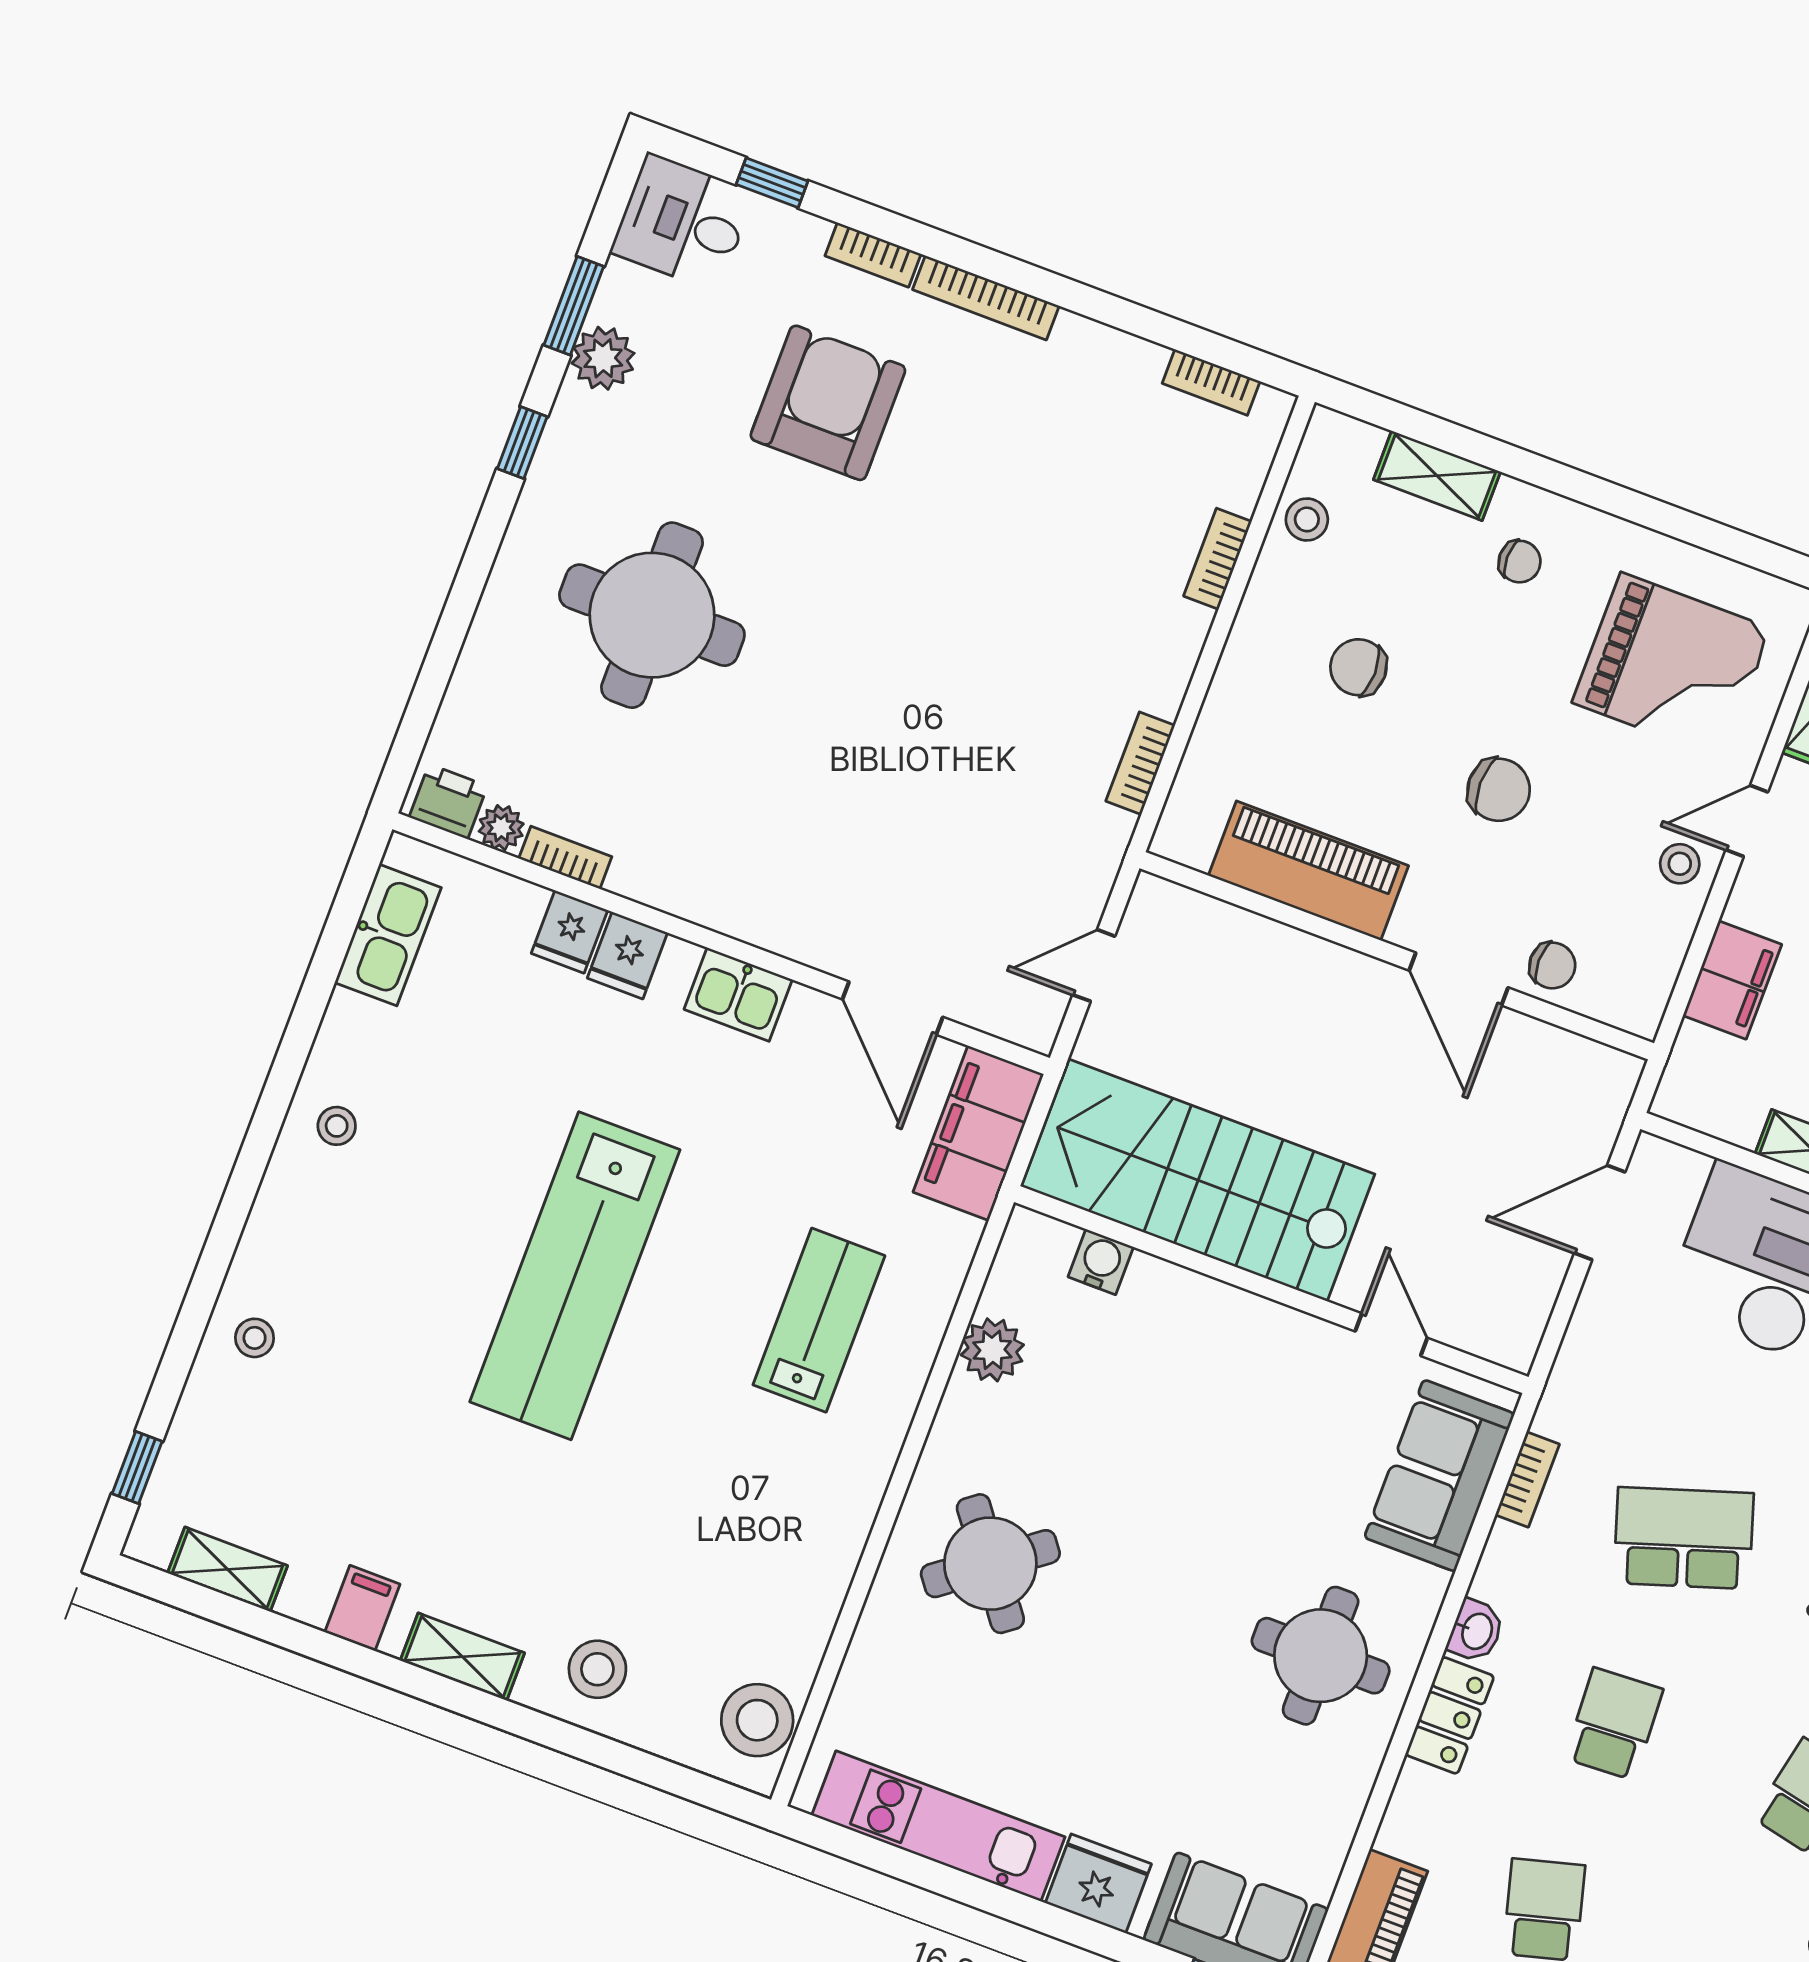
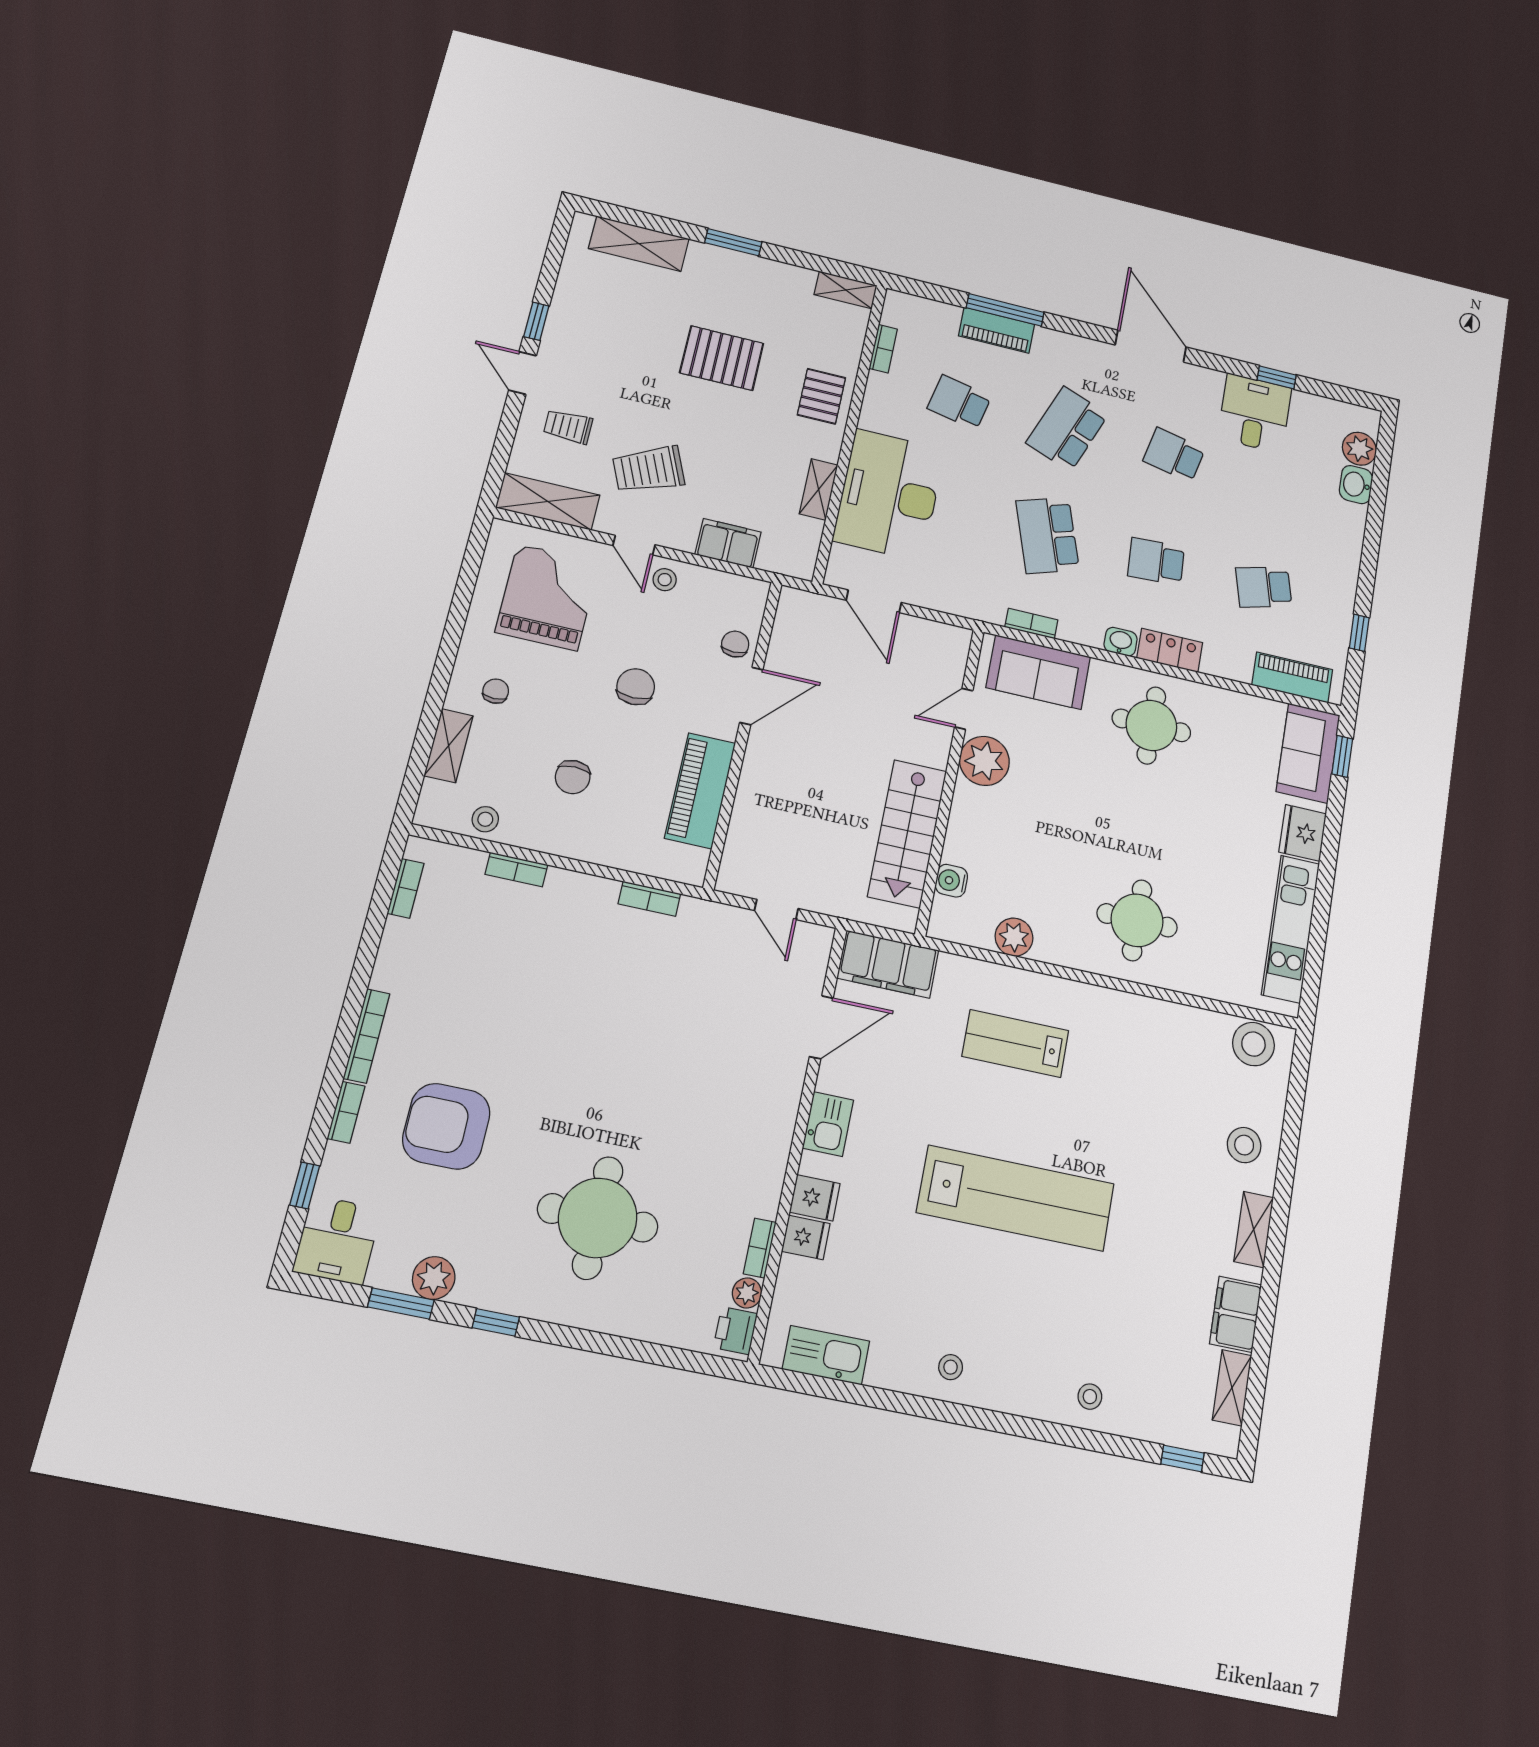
stairs: (1198, 1180) -> (907, 834), width x0.73, depth x0.66
plant: (1296, 1354) -> (984, 761), added
round table: (990, 1564) -> (1137, 920), turned 37
filing cabinet: (362, 1608) -> (1236, 1314), width x2.00

